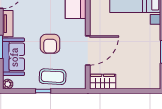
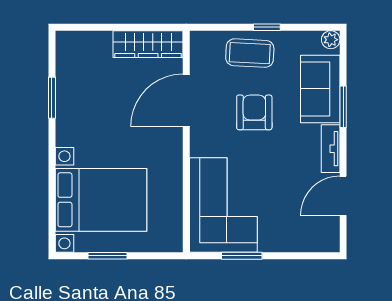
wardrobe: (103, 82) -> (148, 44), width x1.50

